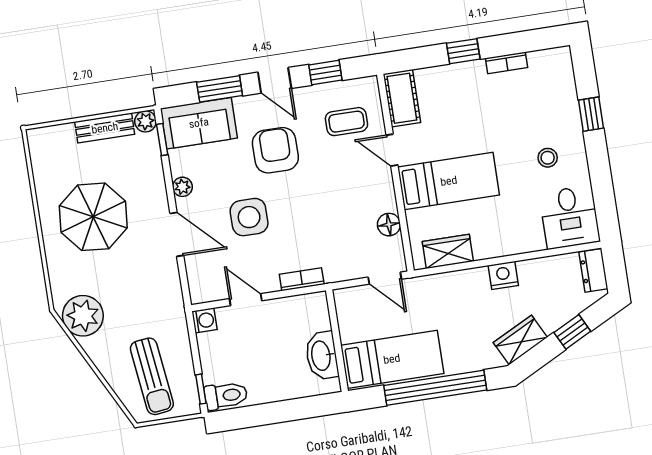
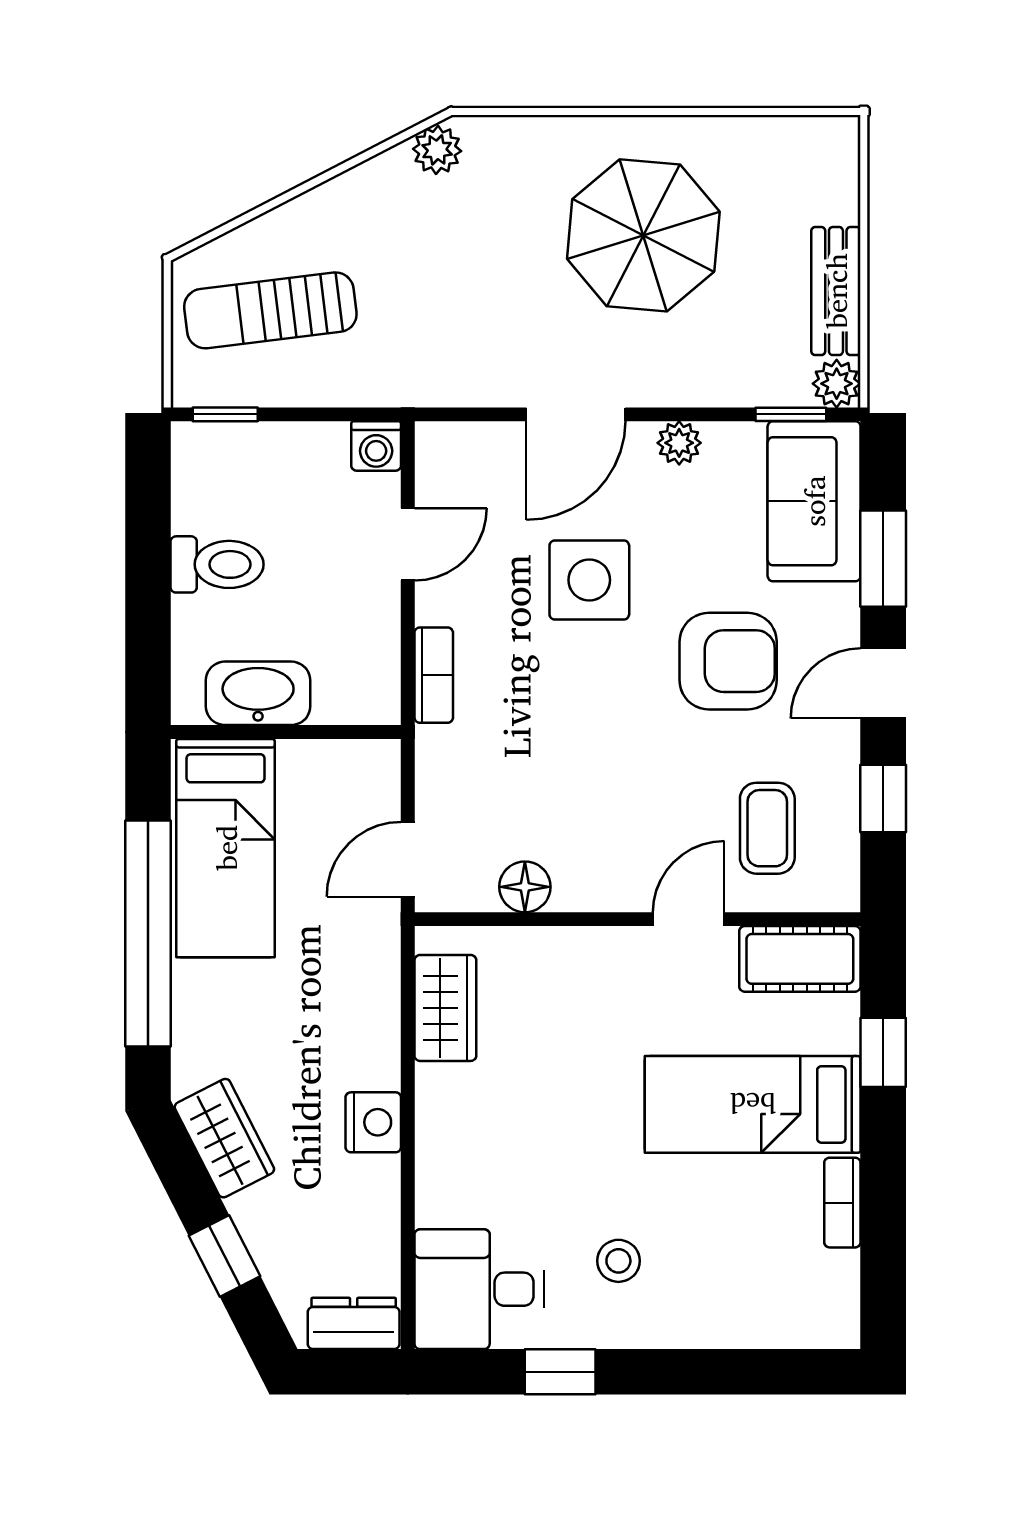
window: (463, 51) -> (883, 1052), moved
window: (591, 114) -> (560, 1372), moved
bed: (449, 181) -> (753, 1104), moved, turned 90
plant: (83, 316) -> (437, 150), width x0.53, depth x0.53
toilet: (226, 396) -> (217, 564), moved, turned -90

